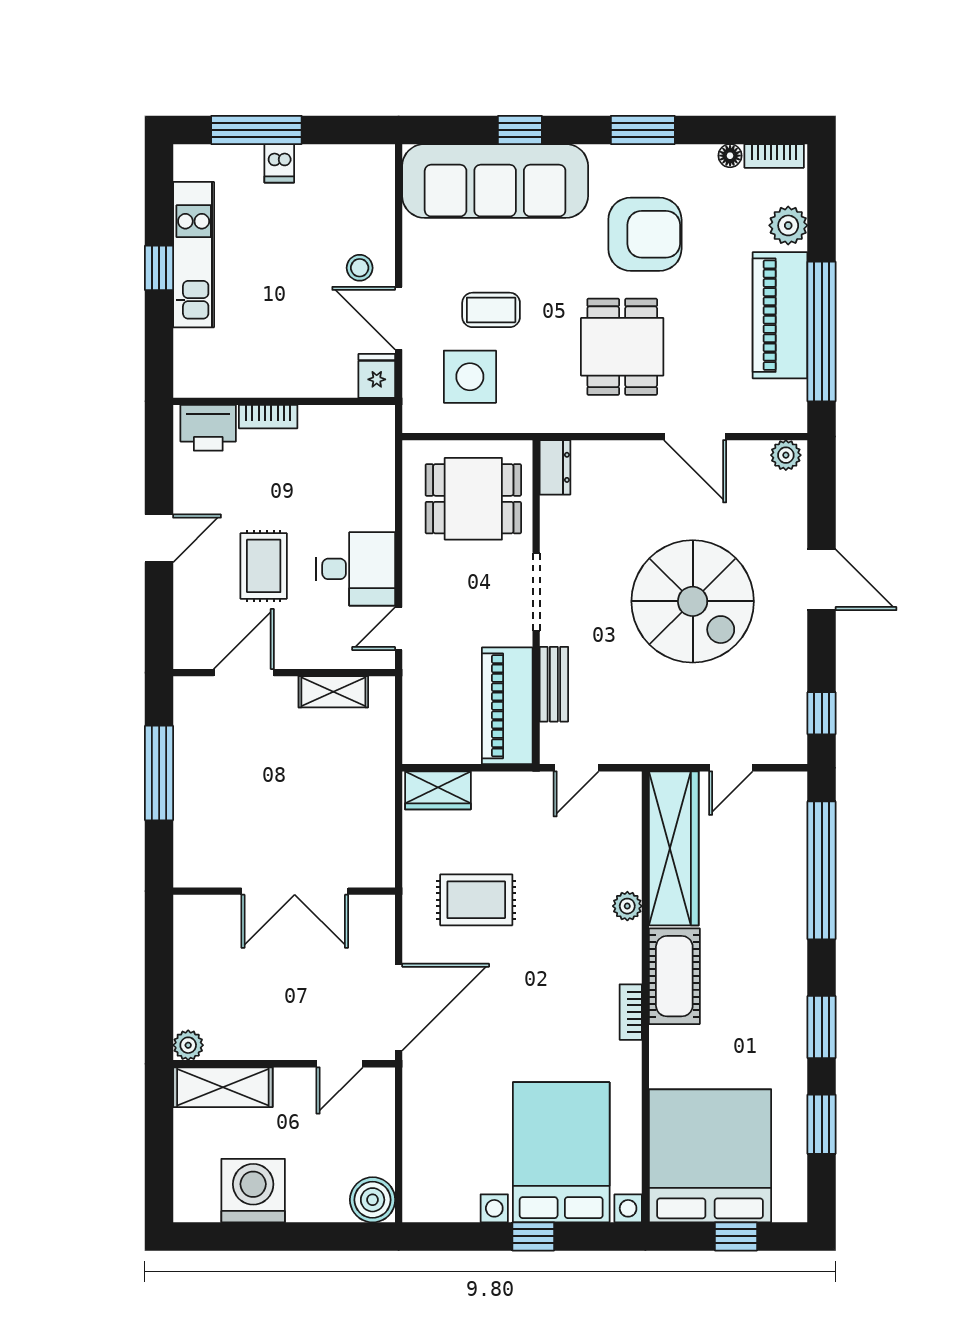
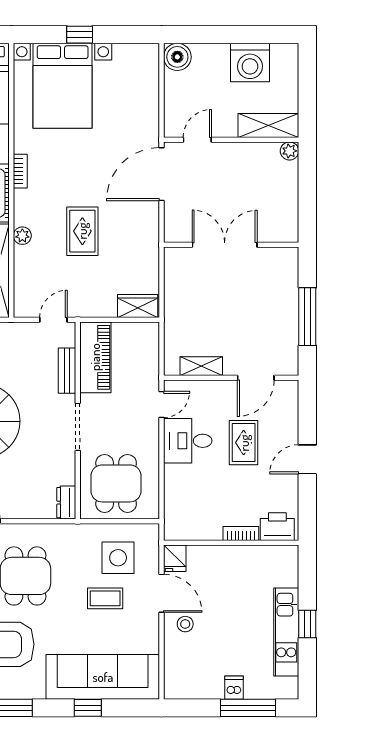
dining table: (473, 499) -> (116, 483), turned 90
rug: (476, 900) -> (82, 231), moved, turned 90

